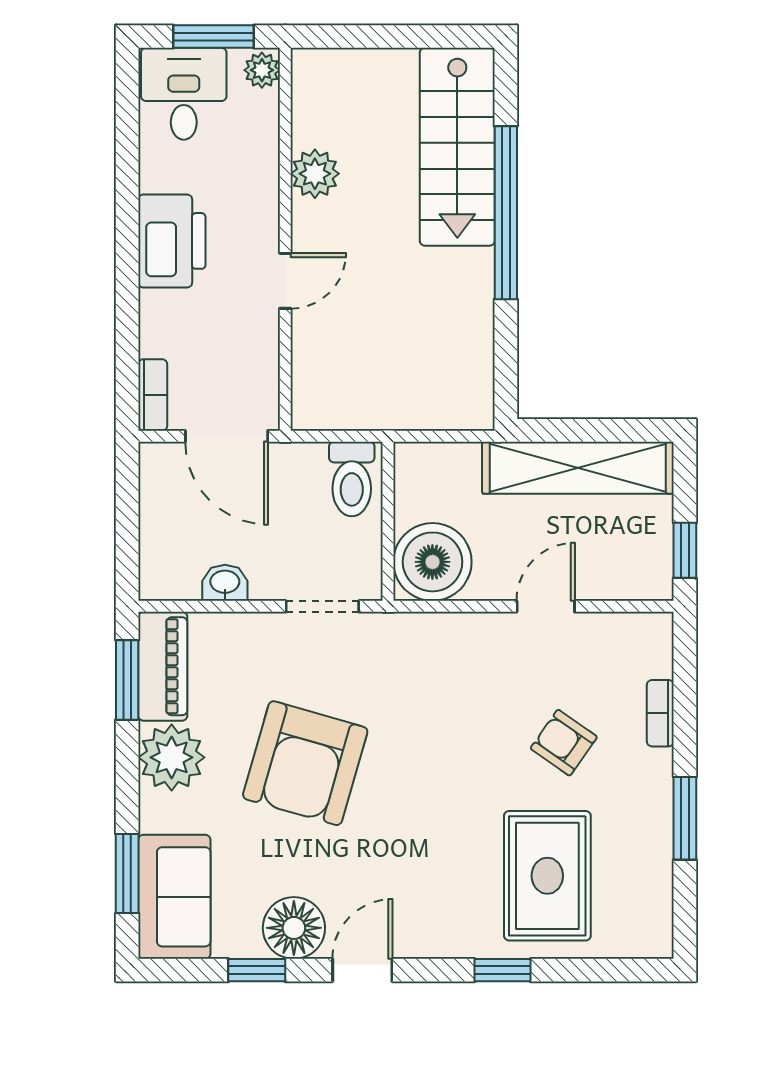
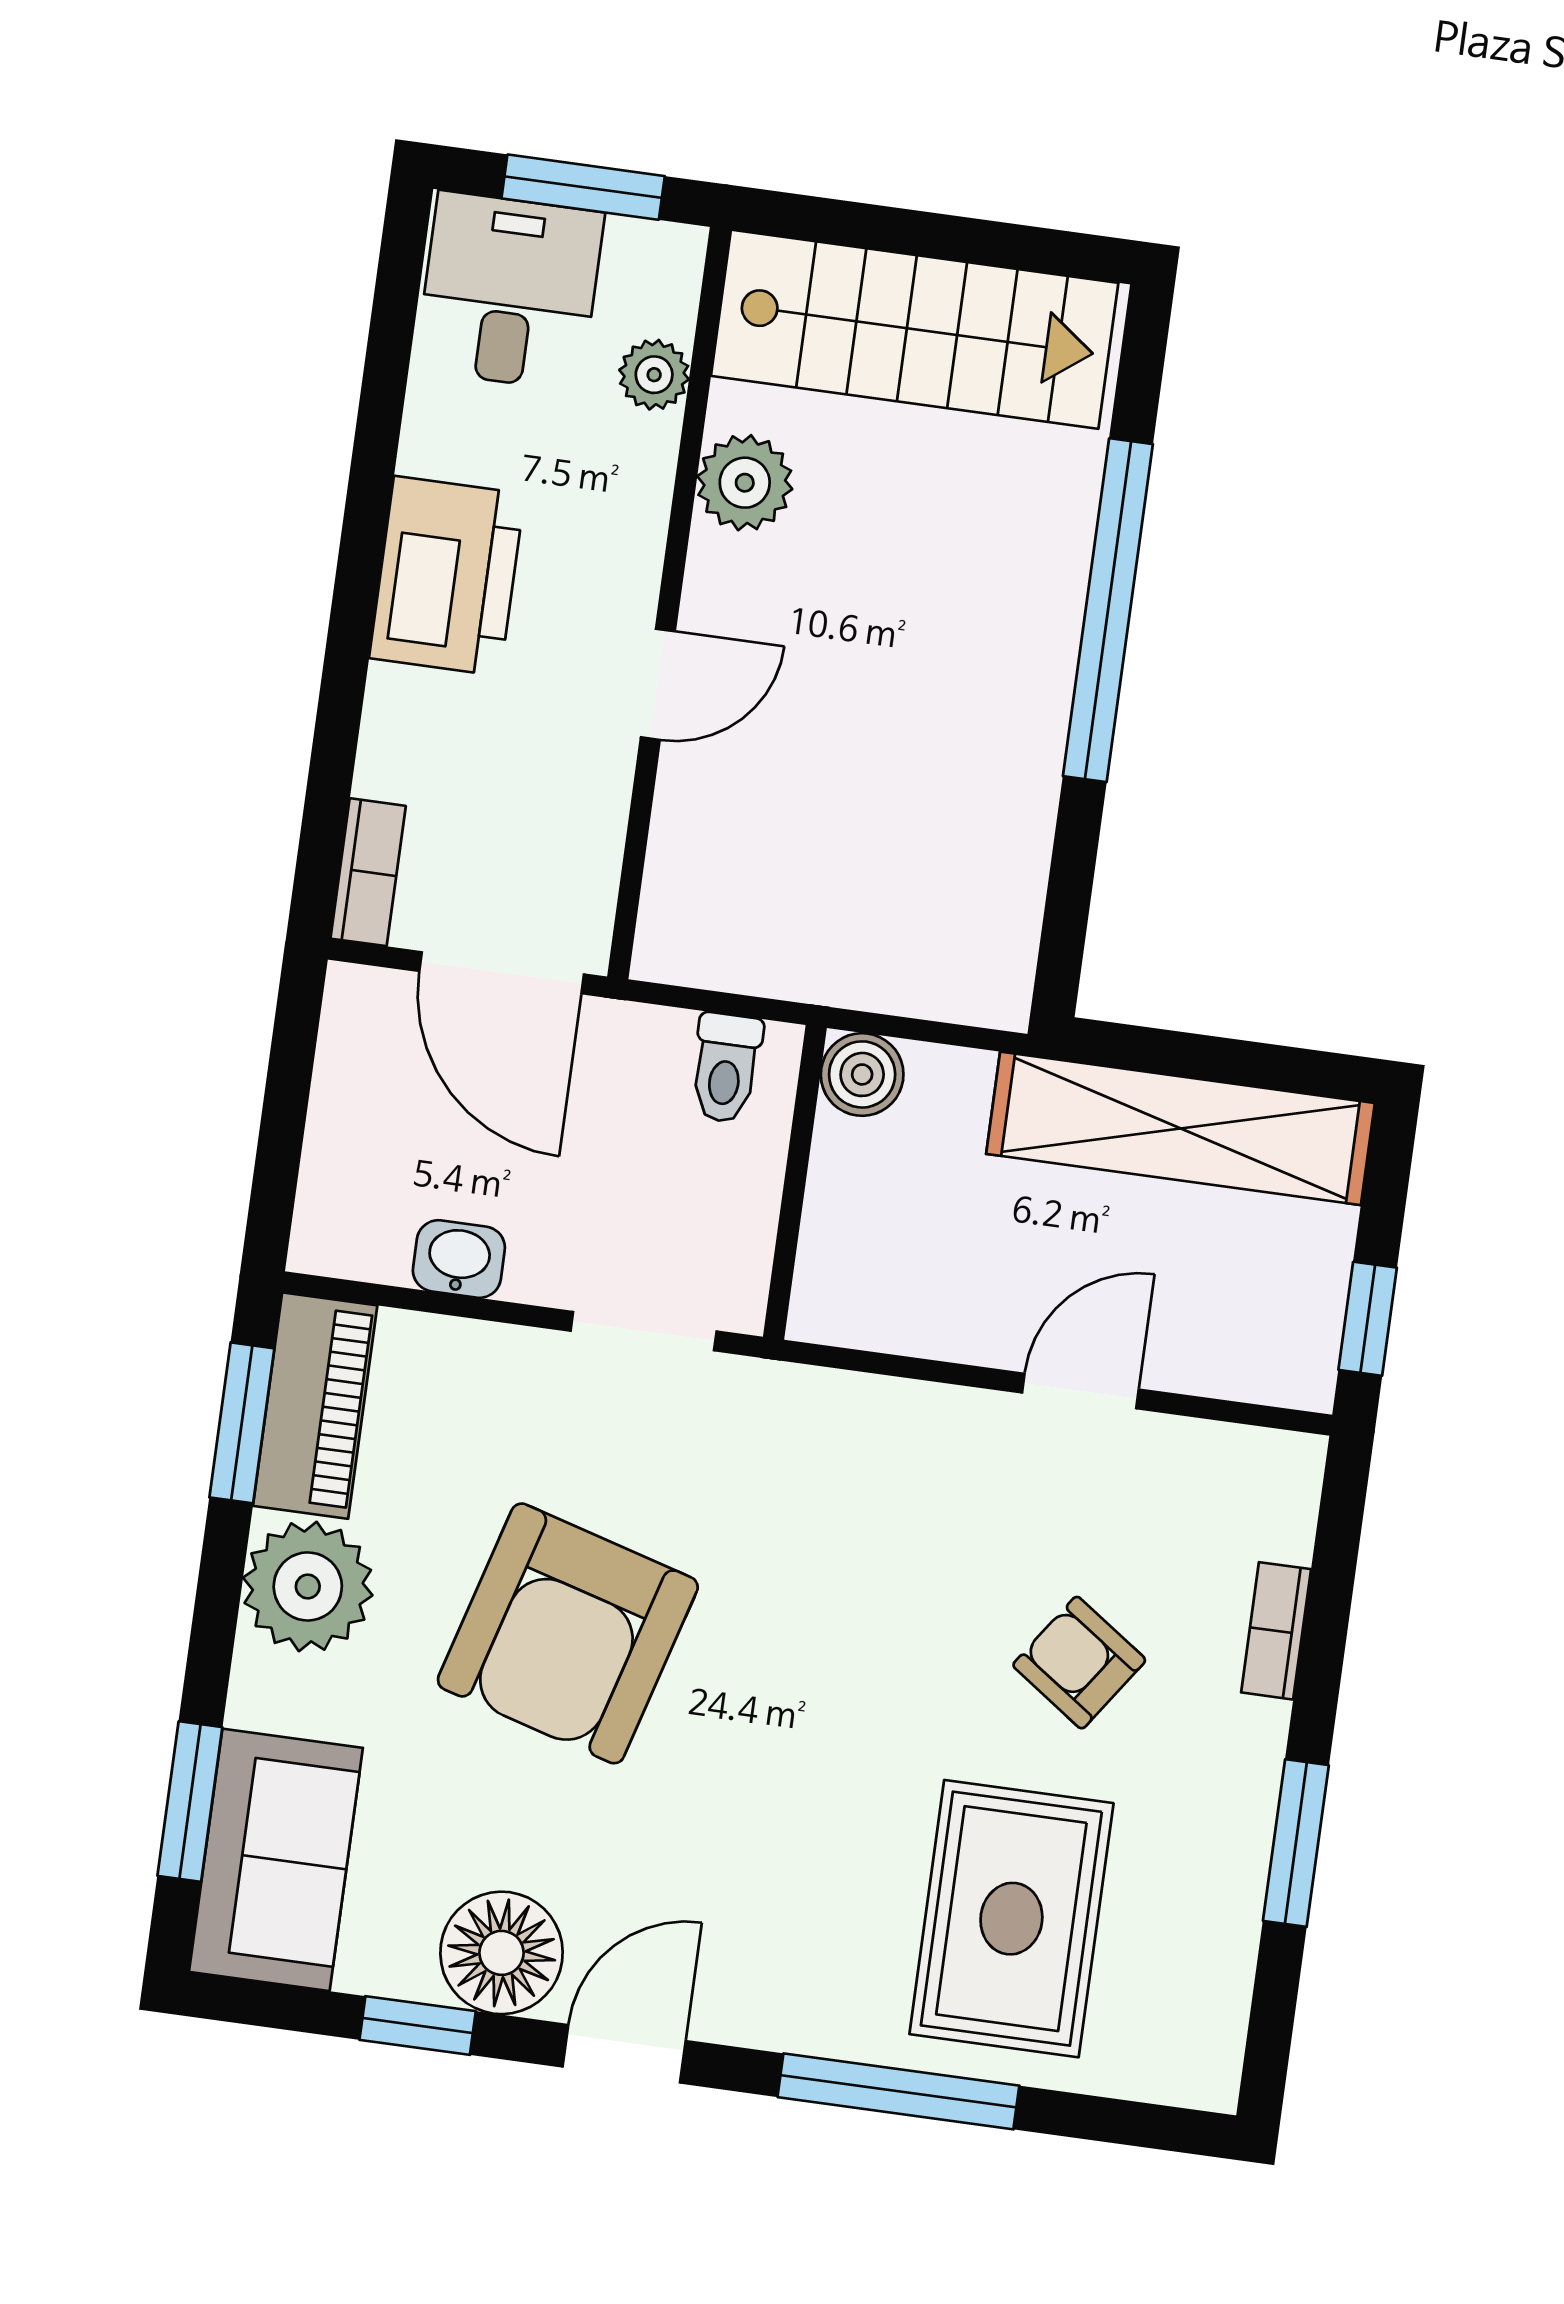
plant: (262, 70) -> (654, 375), moved
stairs: (457, 147) -> (915, 329), moved, turned -90
toilet: (352, 479) -> (726, 1068), width x0.73, depth x0.72
boiler: (432, 562) -> (862, 1074), moved, width x0.54, depth x0.54
window: (503, 970) -> (898, 2091), width x2.17

